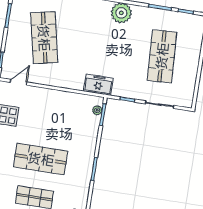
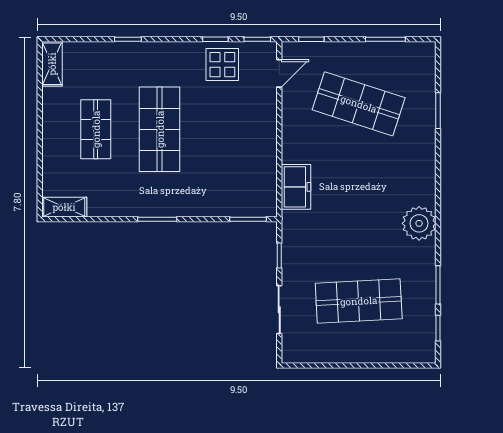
shop shelf: (44, 38) -> (359, 104), turned 30
door: (19, 82) -> (279, 73), hinge flipped
freezer: (98, 85) -> (296, 187), moved
plant: (97, 110) -> (254, 209), removed

